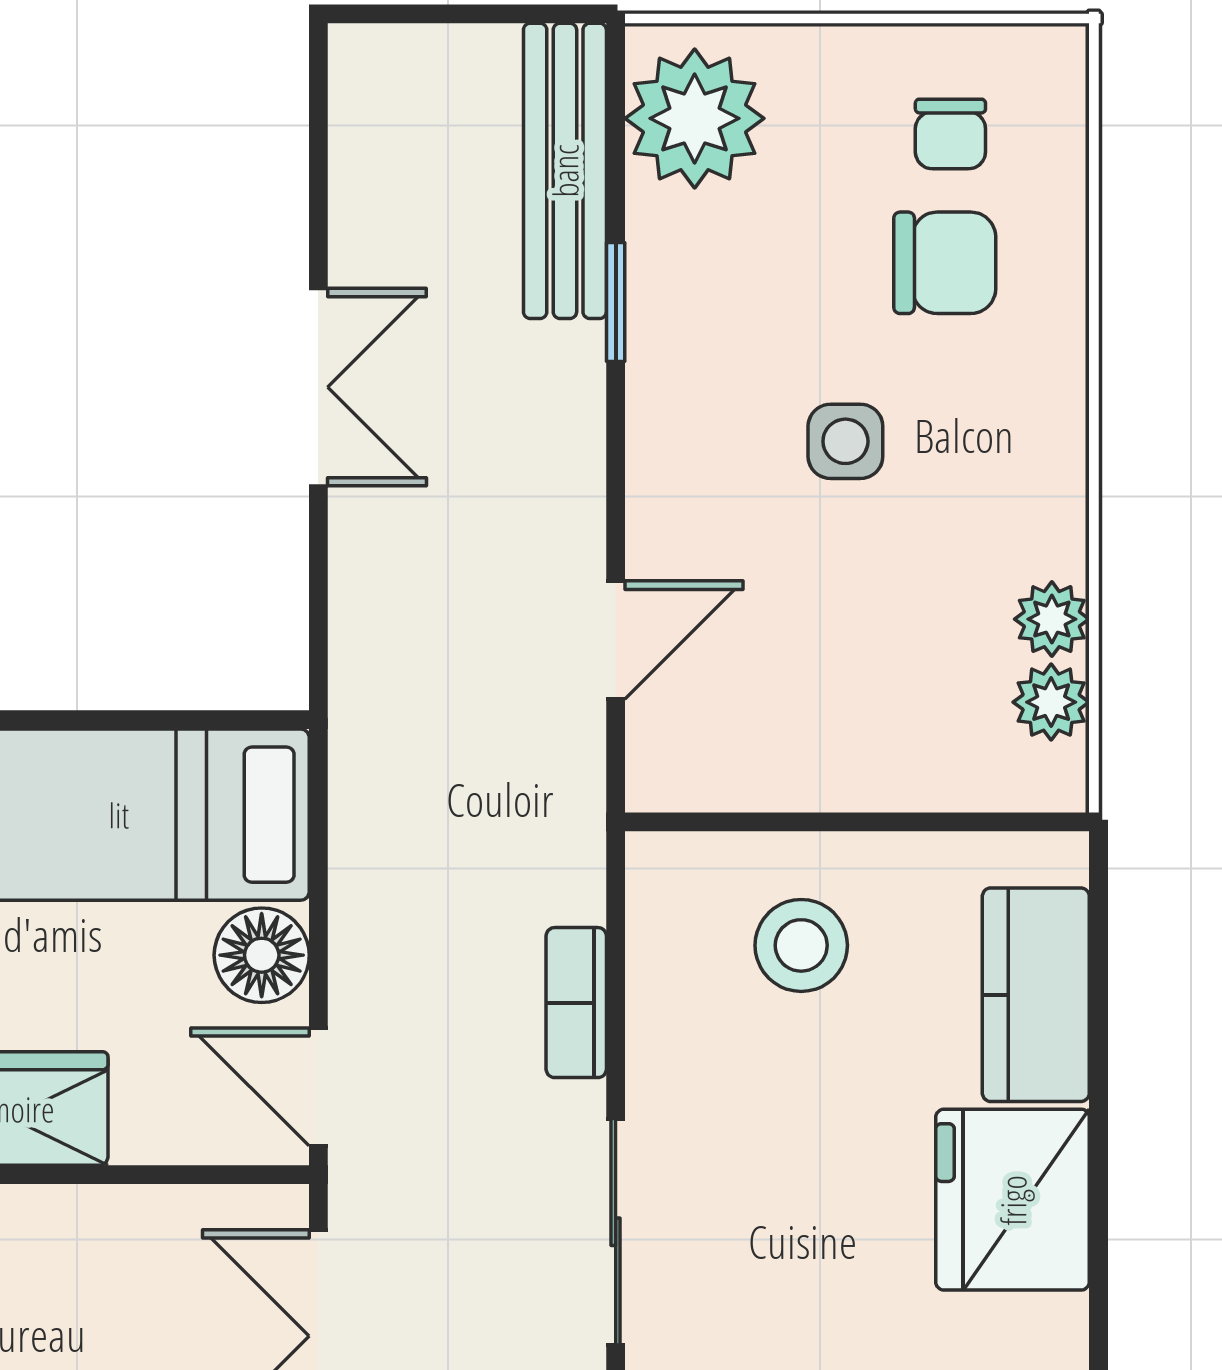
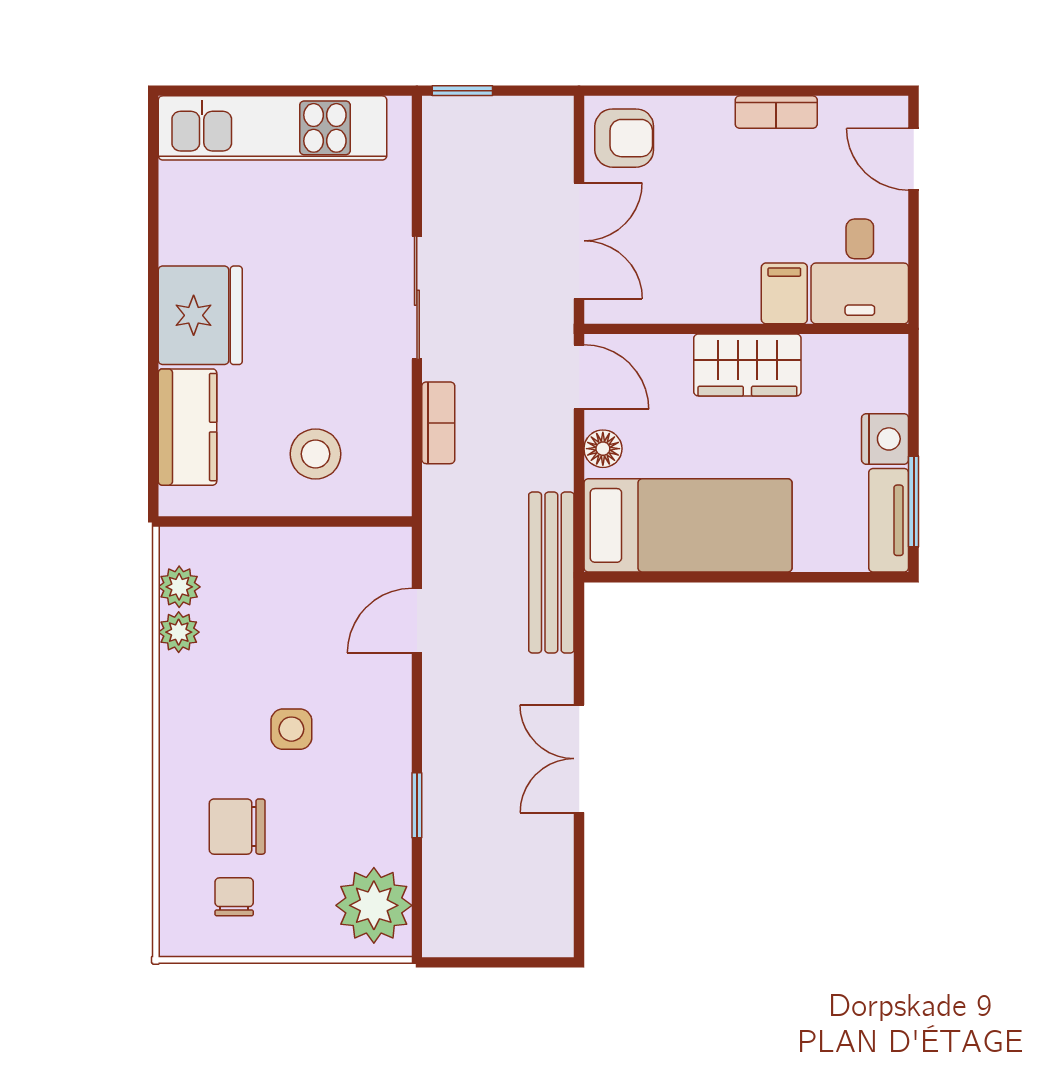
bench: (565, 171) -> (551, 573), moved
floor lamp: (262, 955) -> (603, 449), width x0.73, depth x0.73

